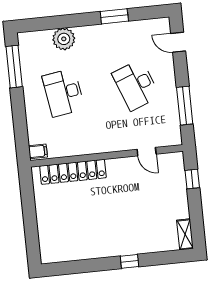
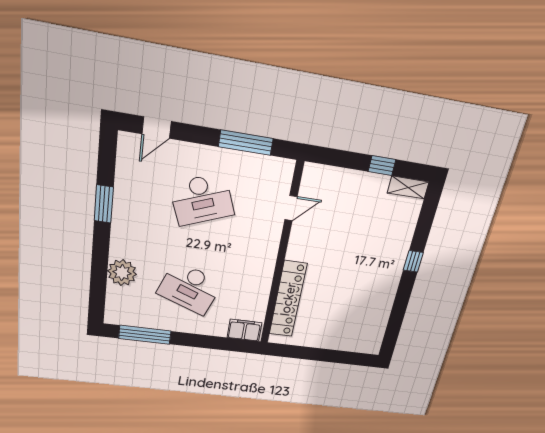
desk: (63, 92) -> (190, 288), turned 30
filing cabinet: (38, 151) -> (244, 330), width x2.00
window: (192, 179) -> (382, 166), moved

